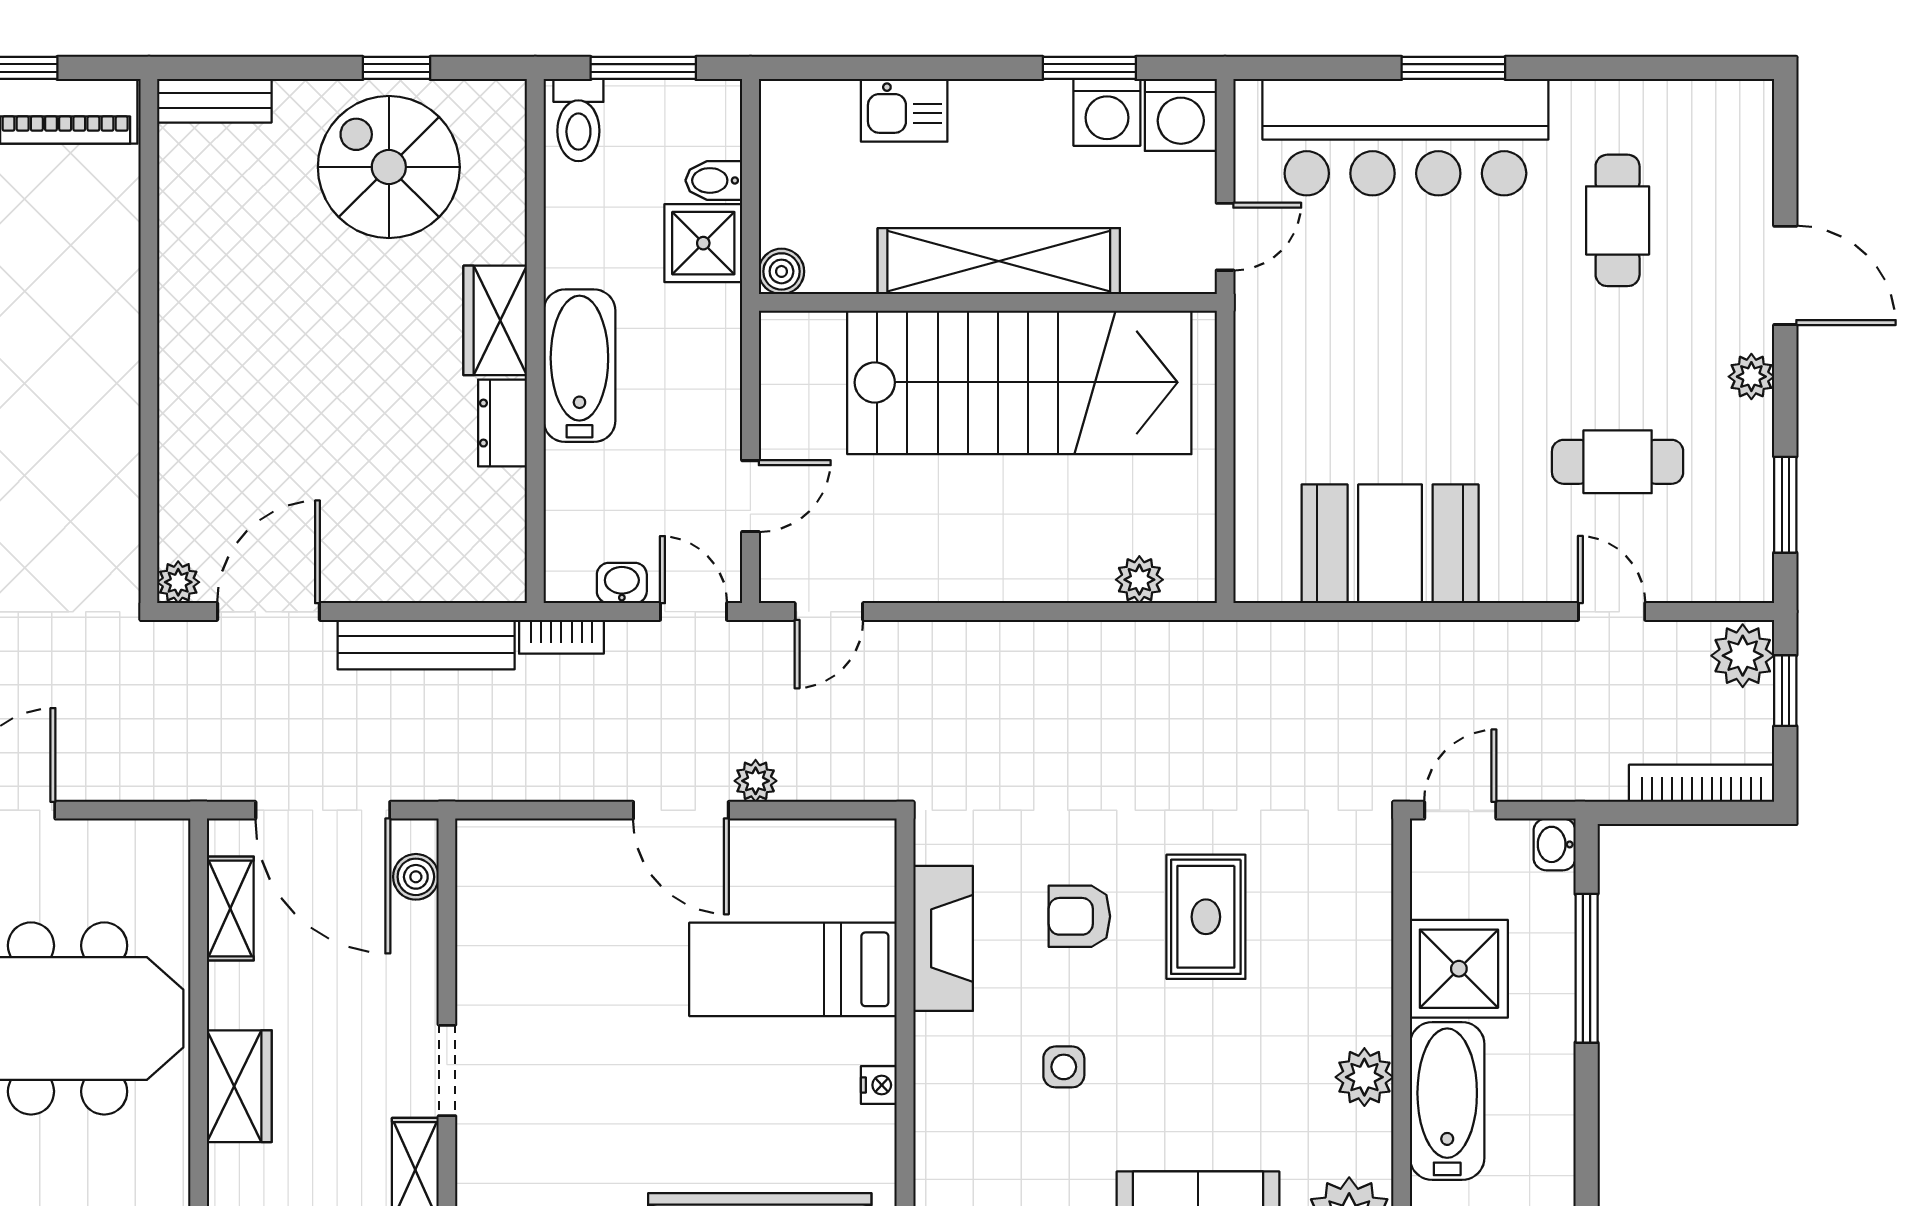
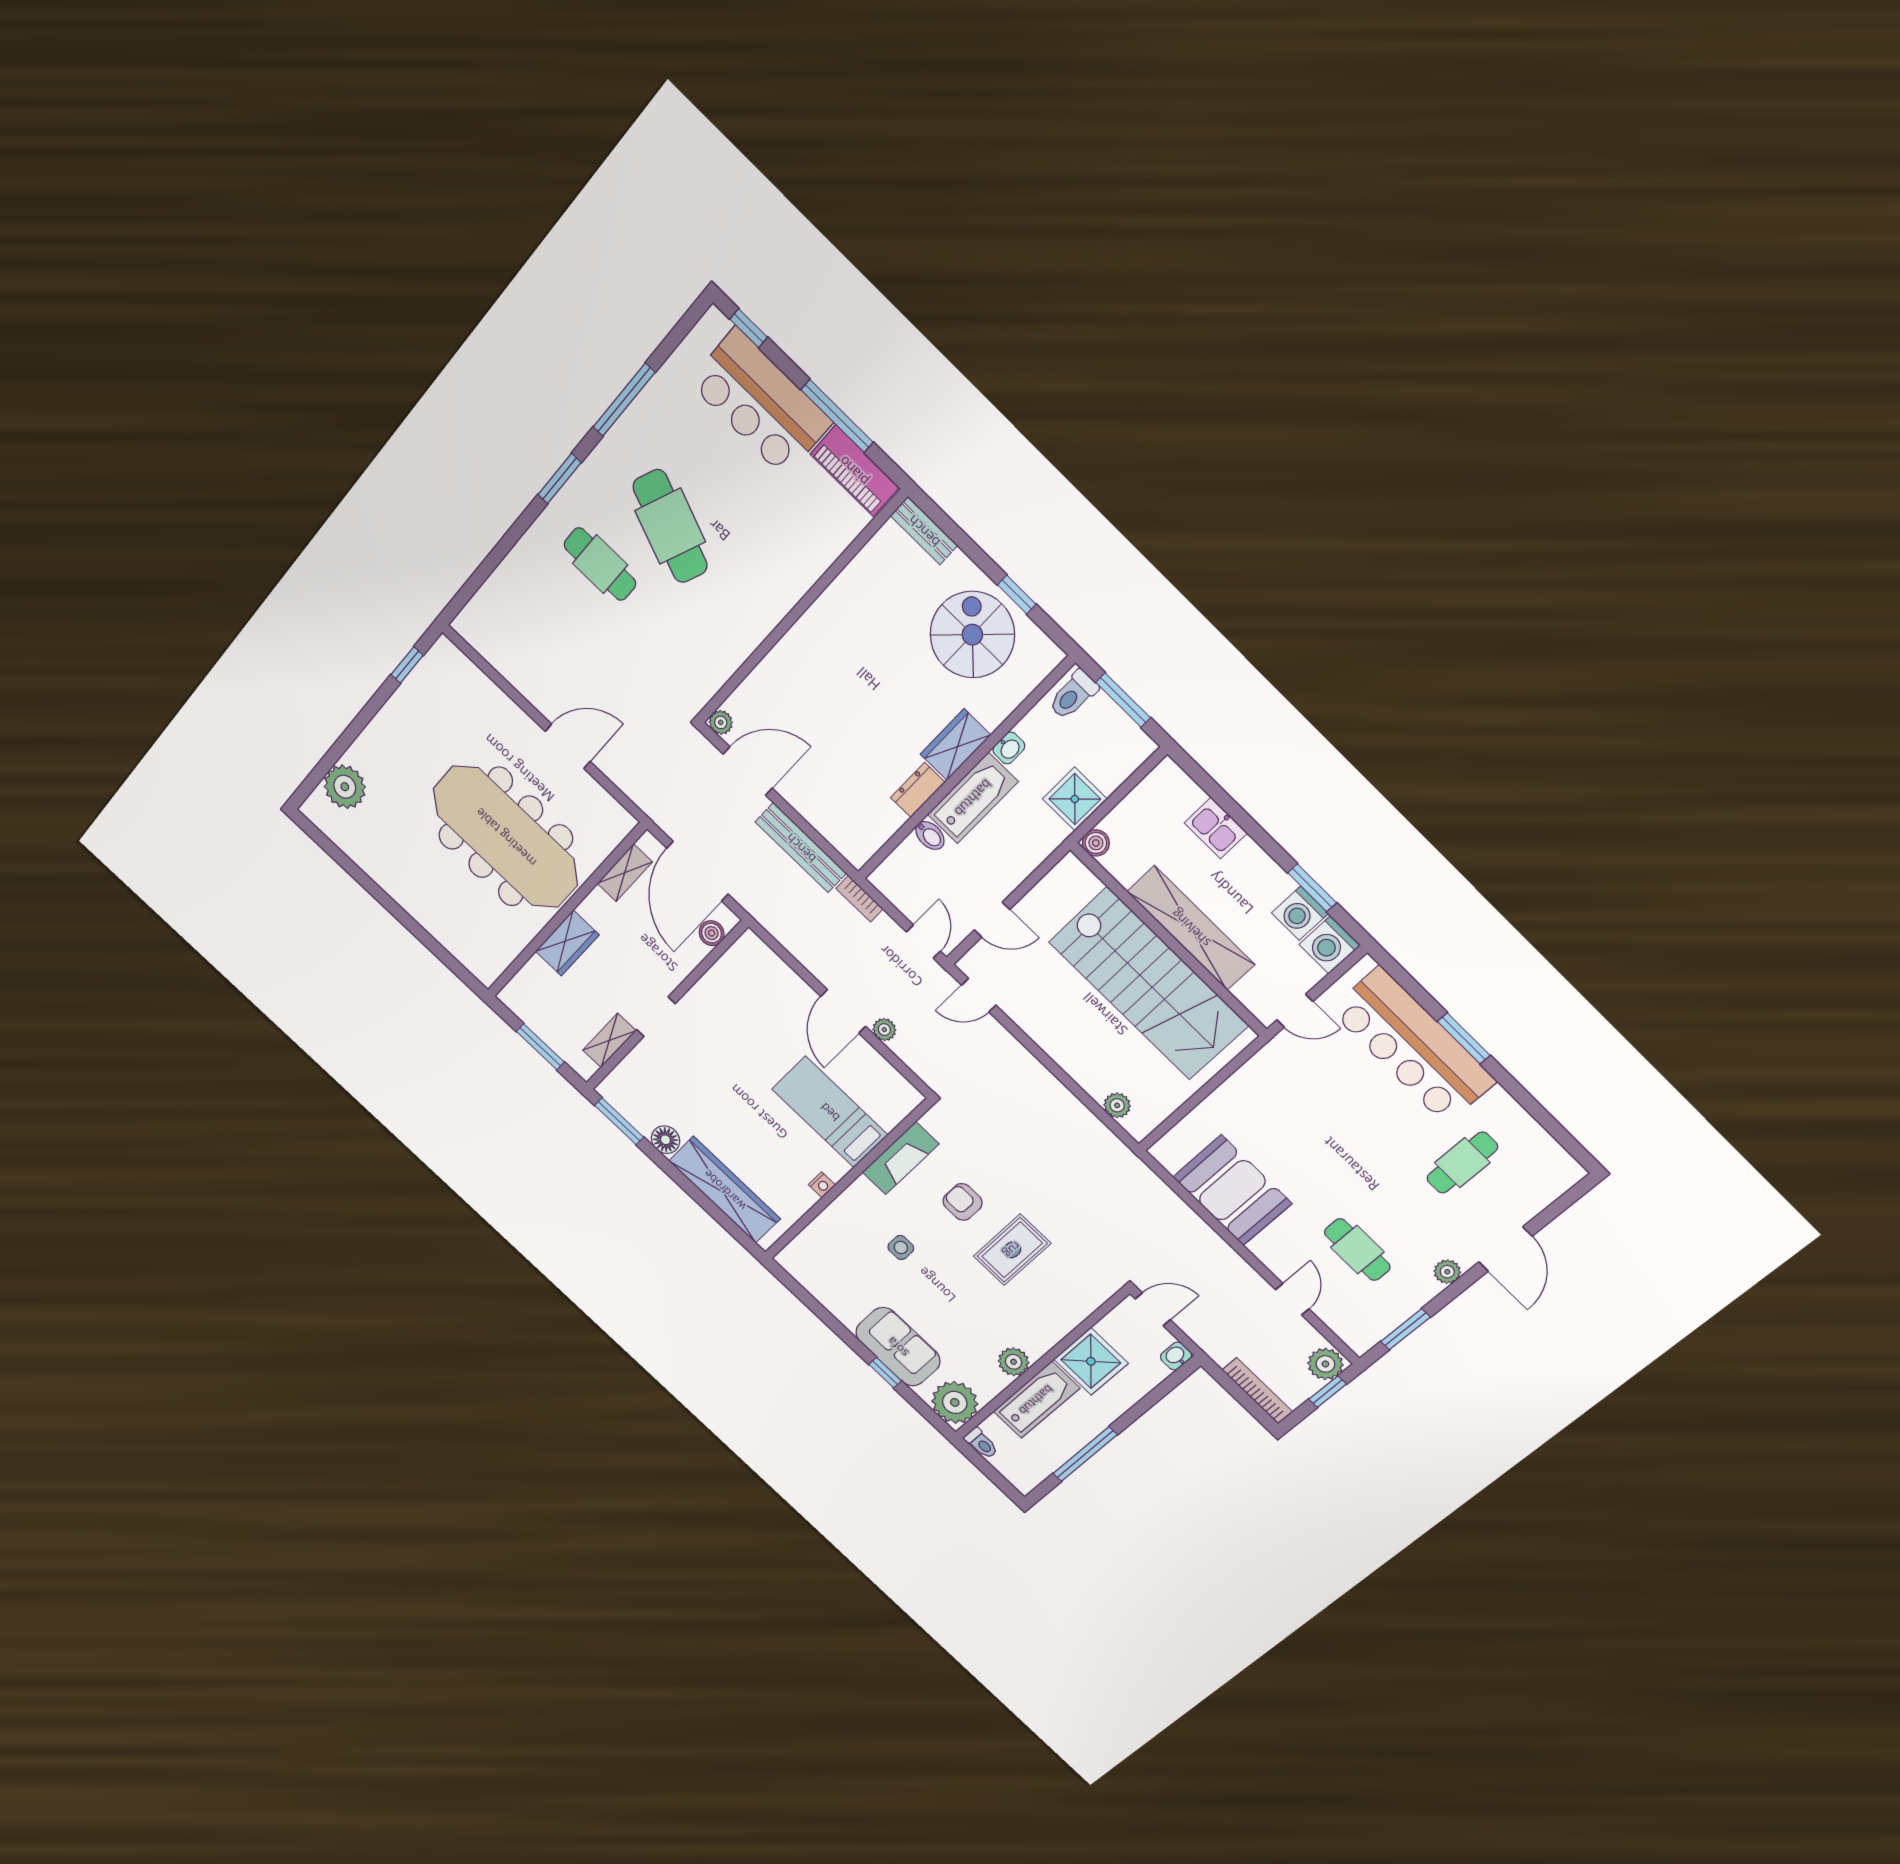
bidet: (714, 180) -> (930, 835), moved, turned 180
washbasin: (622, 583) -> (1009, 748), moved, turned 90
window: (1587, 968) -> (1085, 1454), moved

